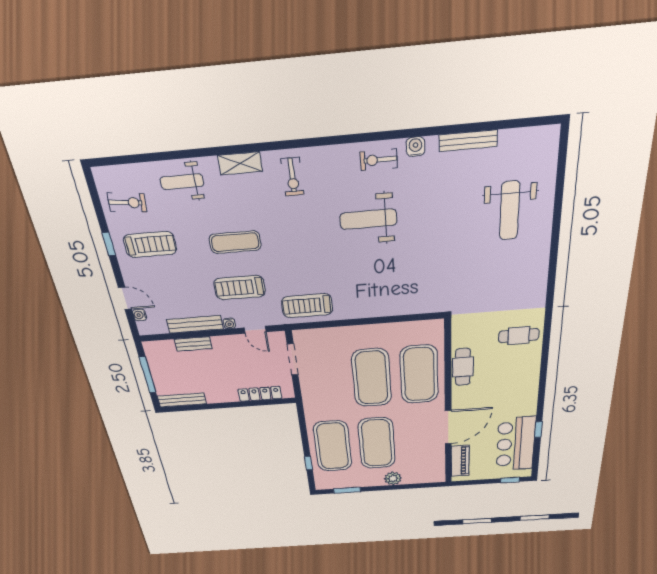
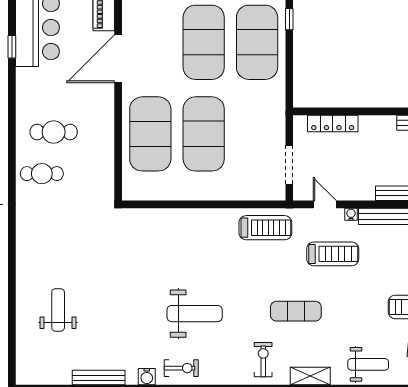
weight bench: (510, 211) -> (58, 310), width x0.73, depth x0.75
exercise mat: (235, 242) -> (296, 311), moved
cafe table: (463, 367) -> (54, 132), moved, turned 90

